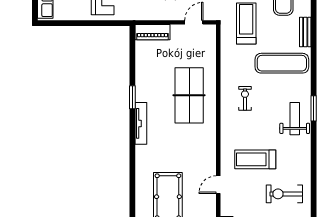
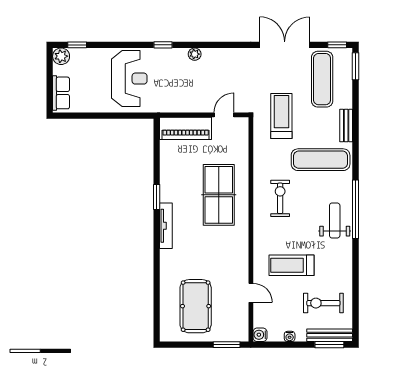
piano: (152, 32) -> (186, 128), width x1.37, depth x1.33
exercise bike: (245, 98) -> (280, 198), width x1.38, depth x1.39
window: (314, 108) -> (355, 209), width x2.11
door: (218, 185) -> (251, 293), swing flipped

